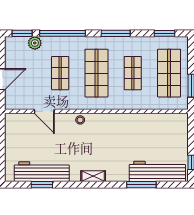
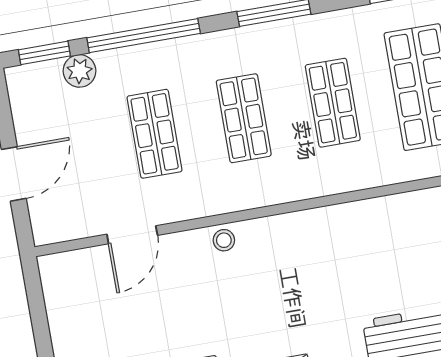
shop shelf: (96, 73) -> (244, 118), width x0.70, depth x0.74
door: (44, 111) -> (132, 235), hinge flipped

